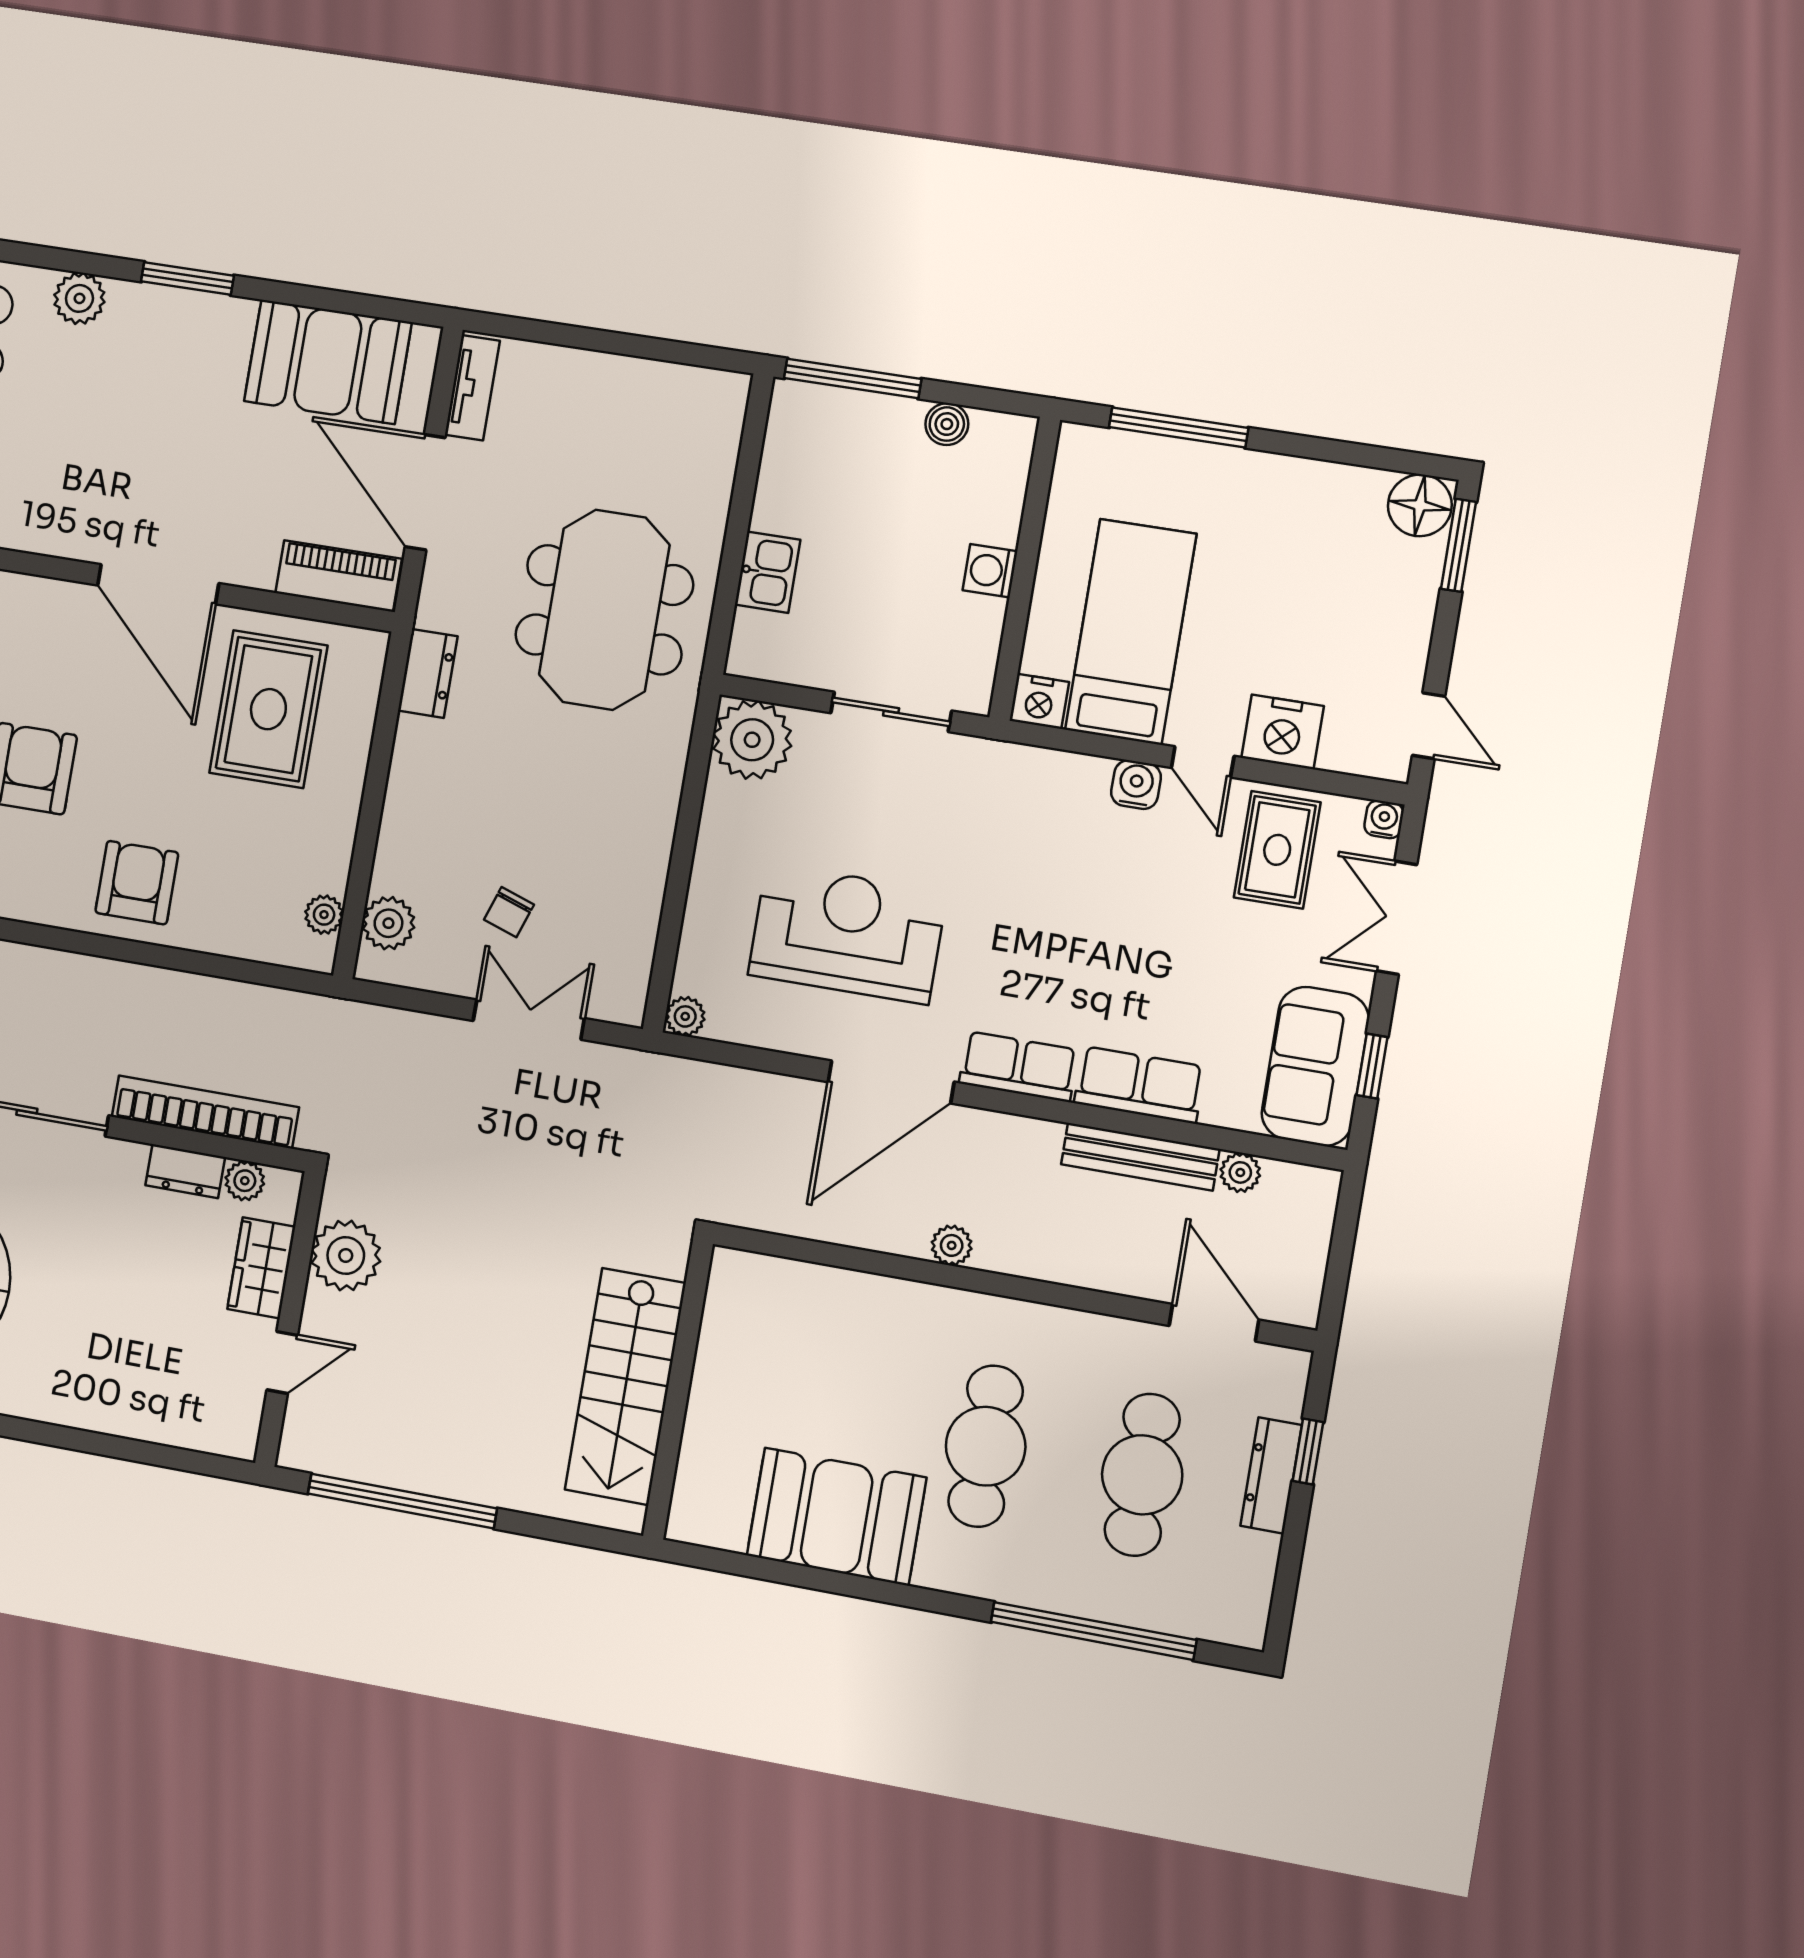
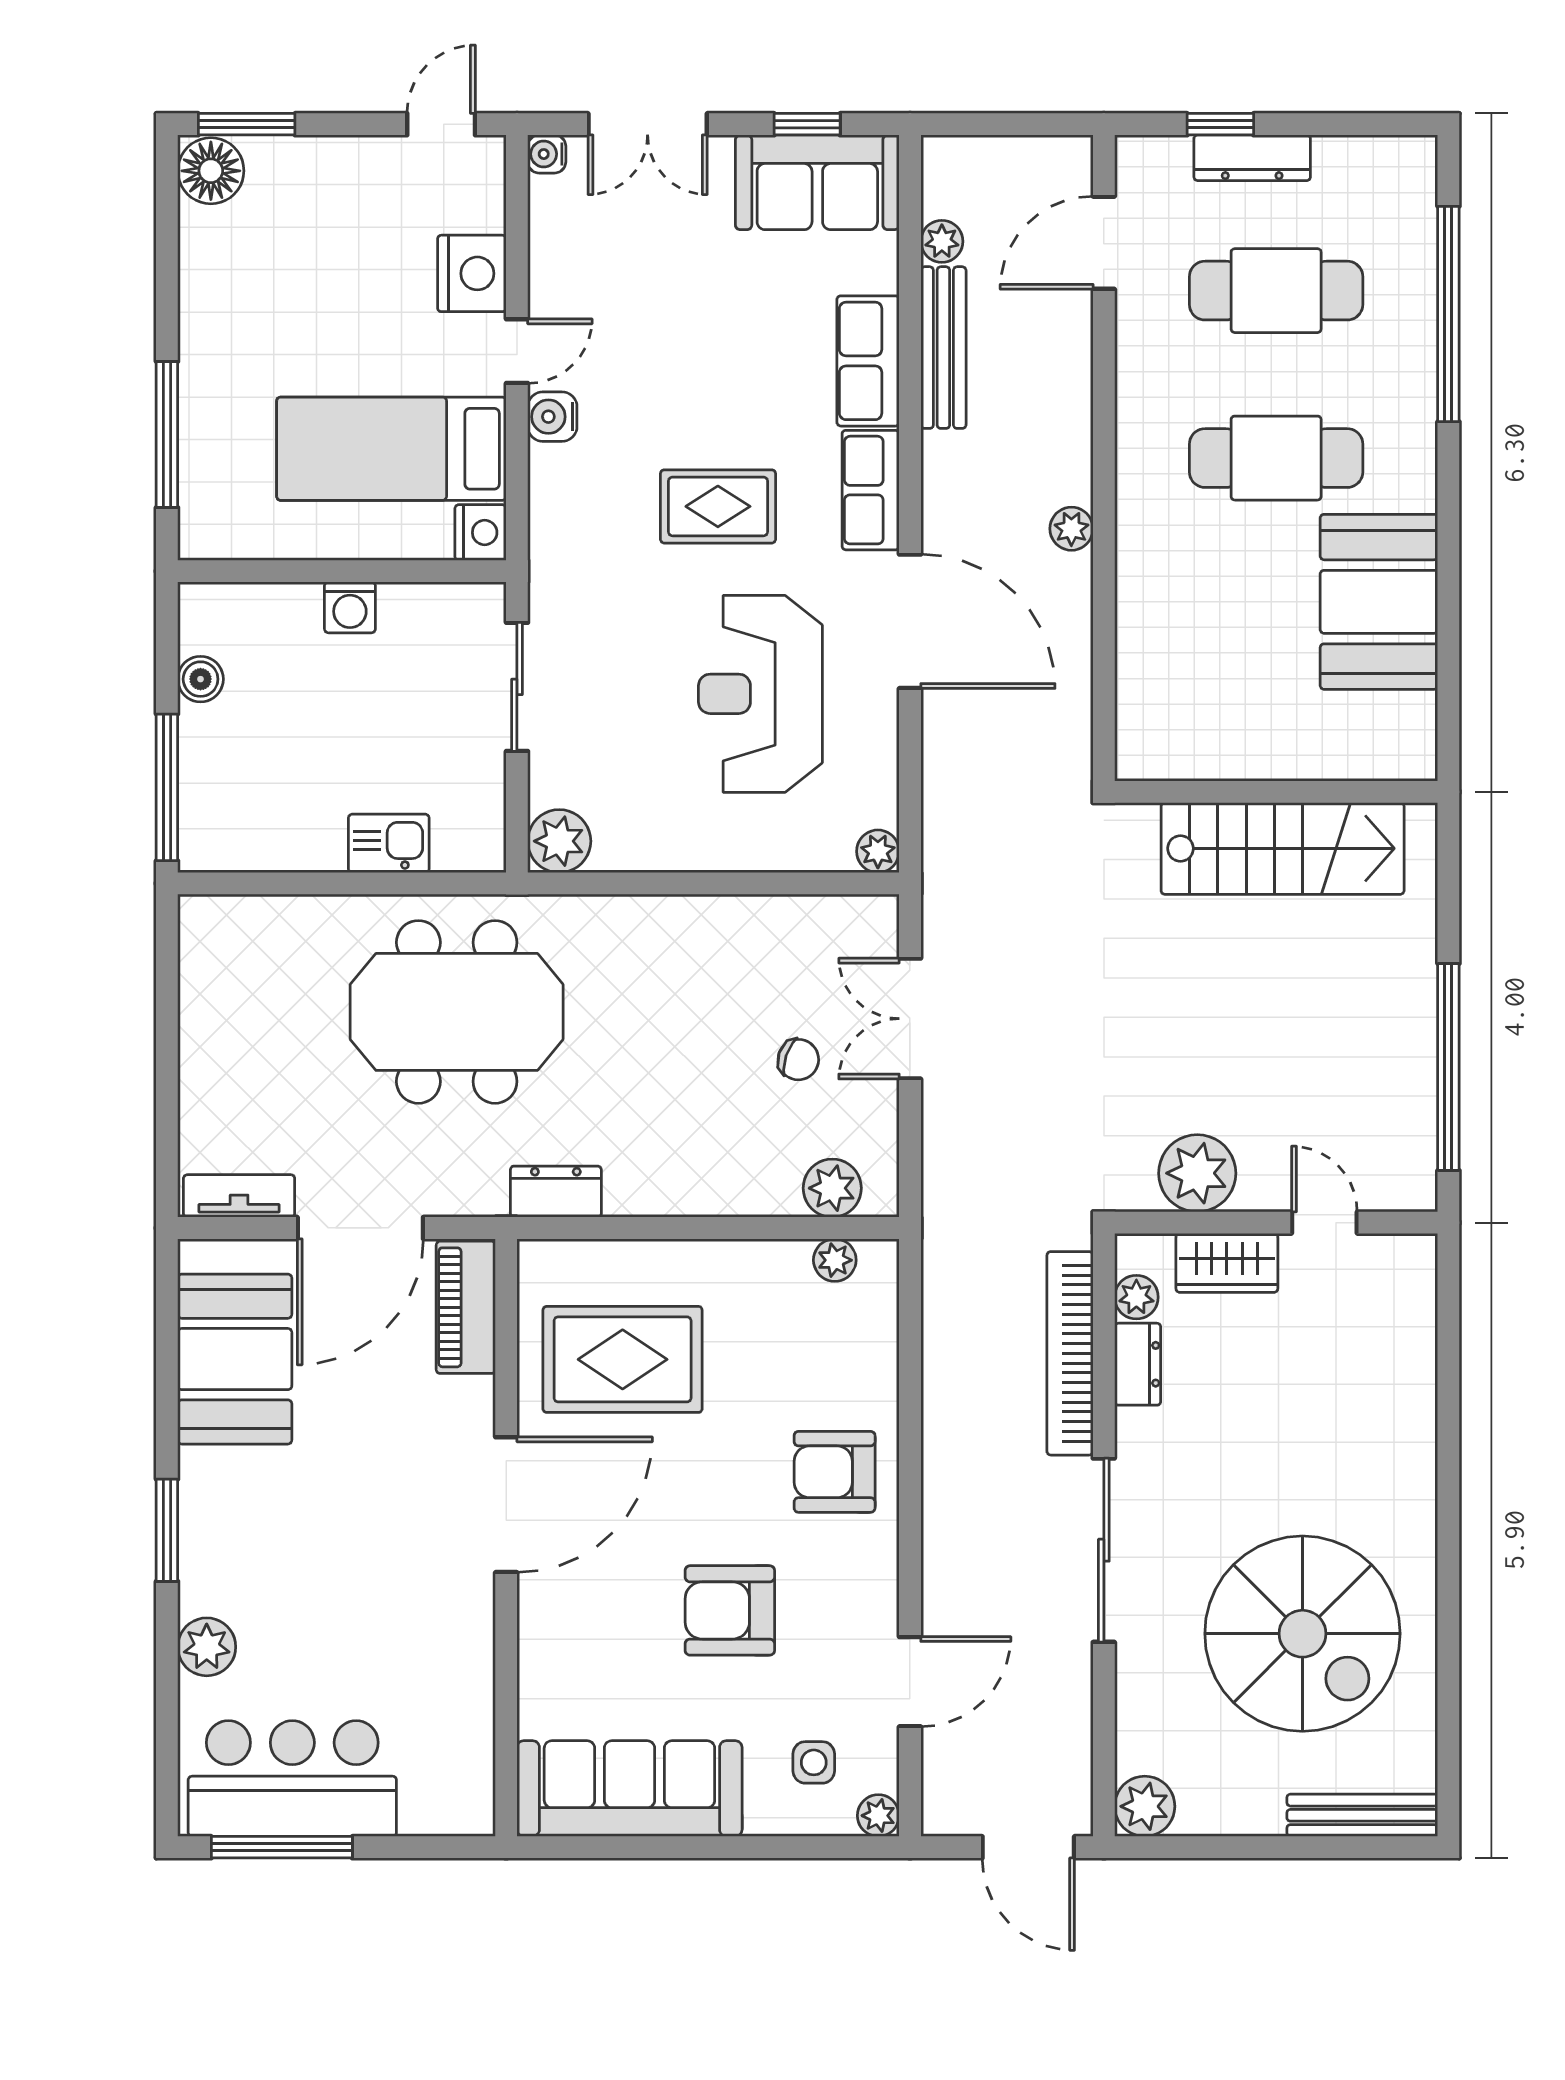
plant: (752, 740) -> (559, 841), width x0.73, depth x0.73
rug: (1277, 850) -> (718, 506), moved

